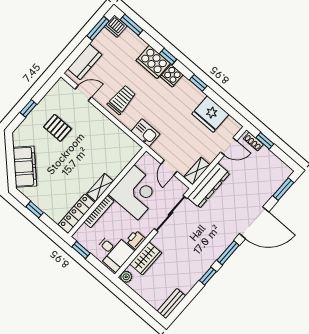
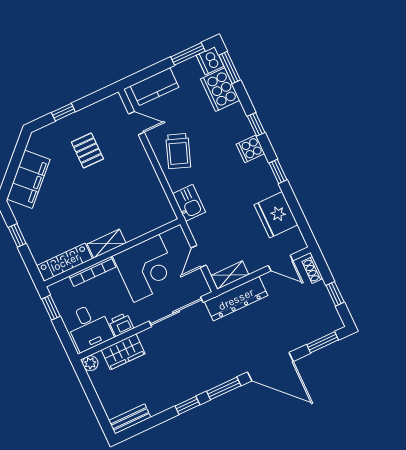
cooker: (153, 62) -> (220, 90), moved
trolley: (122, 100) -> (178, 151), turned 110
window: (265, 141) -> (335, 294), moved

